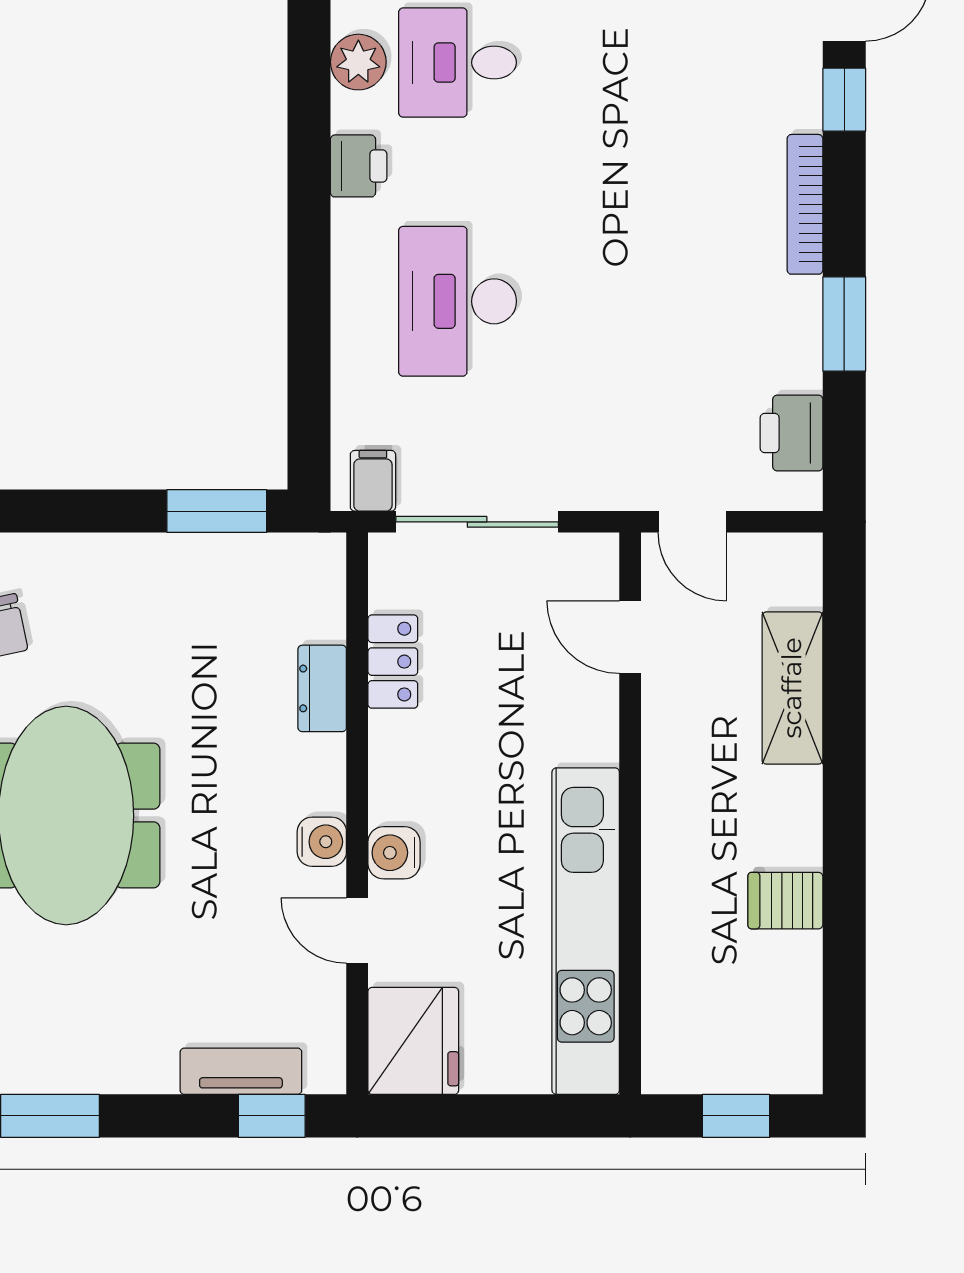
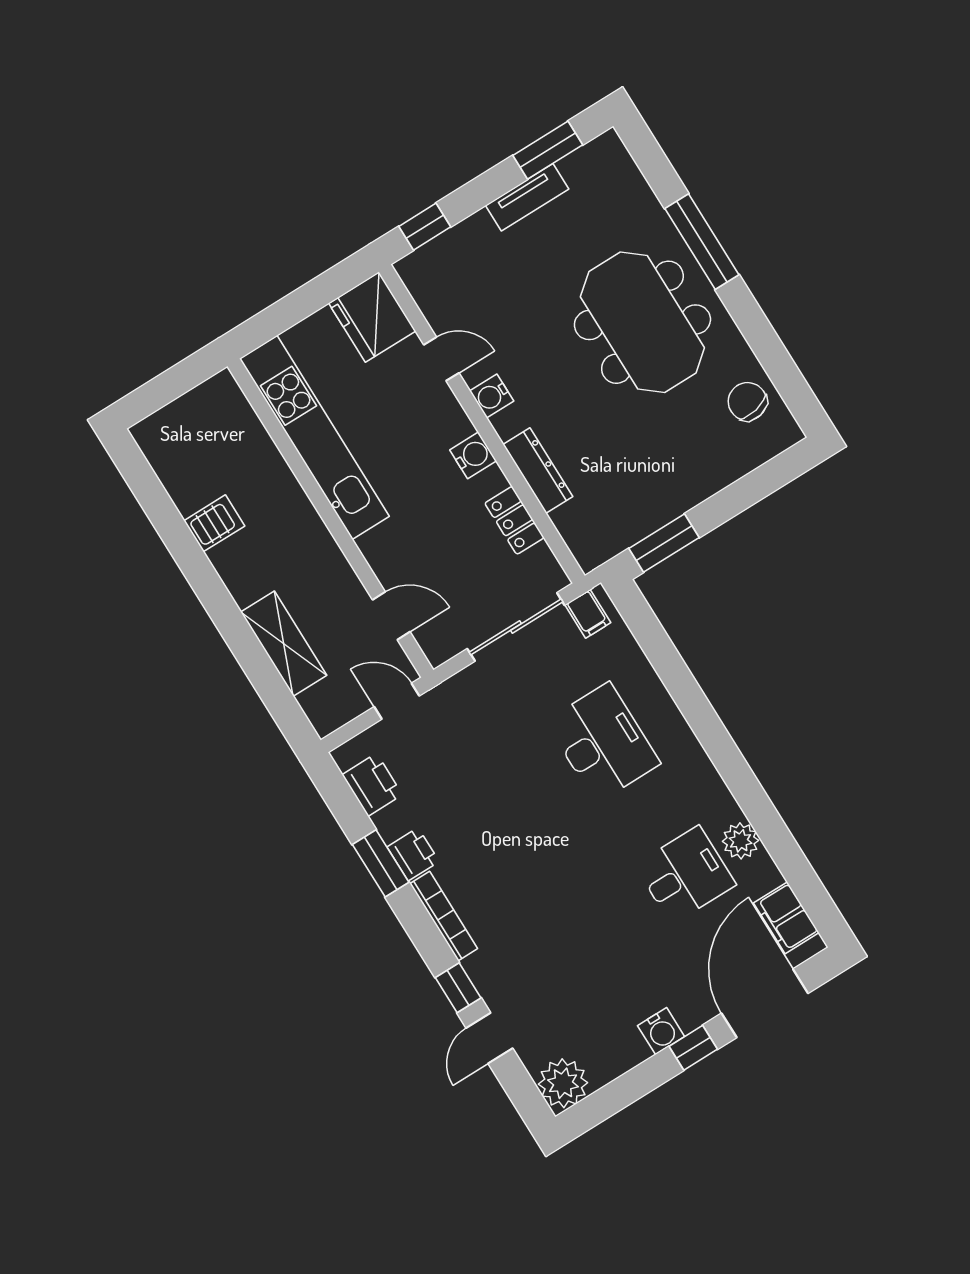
printer: (359, 166) -> (413, 854), moved, turned 180
dresser: (322, 688) -> (538, 471), width x1.44
water cooler: (394, 853) -> (473, 455), moved
tv unit: (241, 1071) -> (527, 197), moved
window: (736, 1116) -> (167, 387), removed

